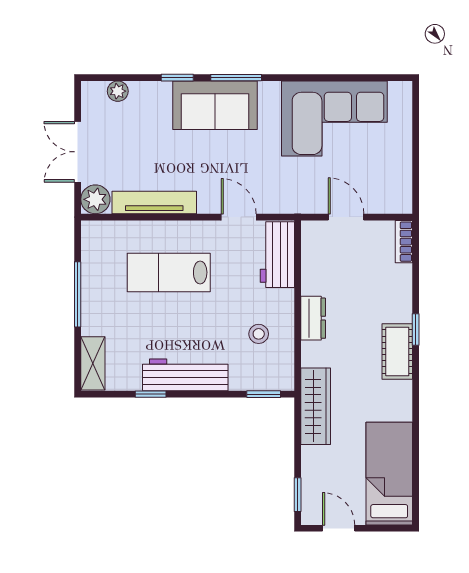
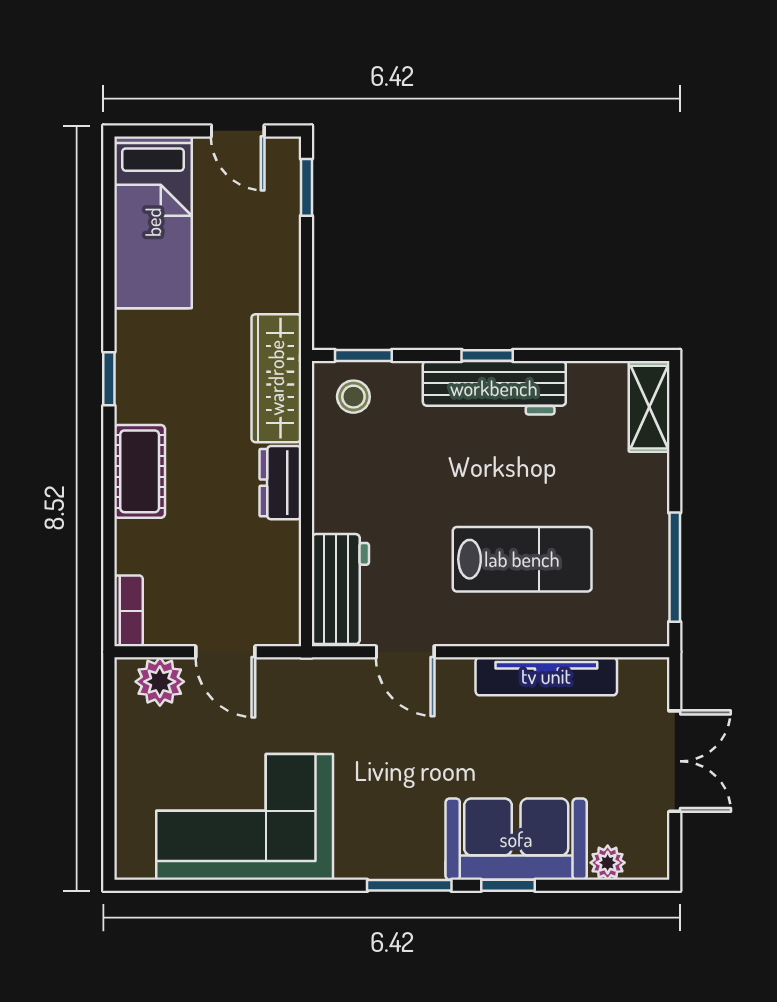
sofa: (215, 105) -> (516, 839), moved
plant: (95, 199) -> (160, 682), moved
window: (78, 294) -> (675, 567), moved
window: (416, 330) -> (109, 379), moved
stool: (259, 334) -> (353, 397), moved
cot: (397, 352) -> (140, 471), moved
window: (151, 394) -> (487, 355), moved
wardrobe: (316, 406) -> (276, 378), moved

